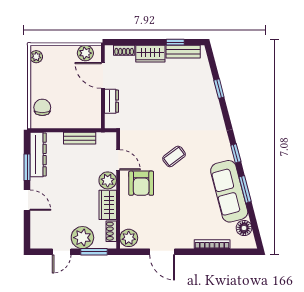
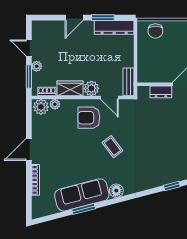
chair: (42, 107) -> (155, 31), turned 90
bench: (80, 138) -> (128, 82), moved
window: (236, 153) -> (115, 201), removed
door: (118, 160) -> (109, 98), hinge flipped
plant: (126, 222) -> (55, 104), added
floor lamp: (244, 228) -> (116, 191), moved
plant: (82, 238) -> (37, 66), width x0.53, depth x0.53
door: (162, 252) -> (29, 149), moved

